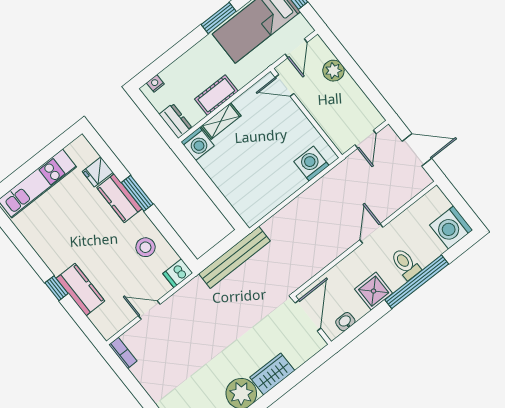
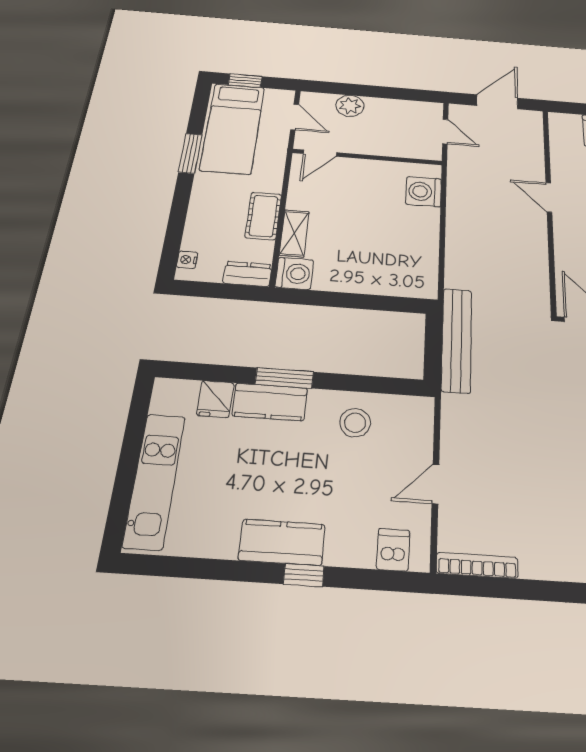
dishwasher: (178, 273) -> (393, 550), moved, turned 180
kitchen counter: (80, 290) -> (282, 542), moved
bookcase: (123, 353) -> (477, 565), width x1.56

